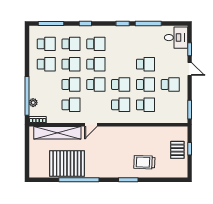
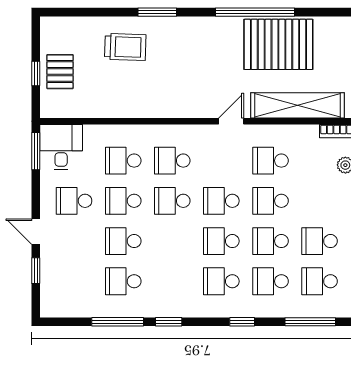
desk: (176, 38) -> (61, 147), moved, turned 90
school desk: (145, 44) -> (123, 281), added

